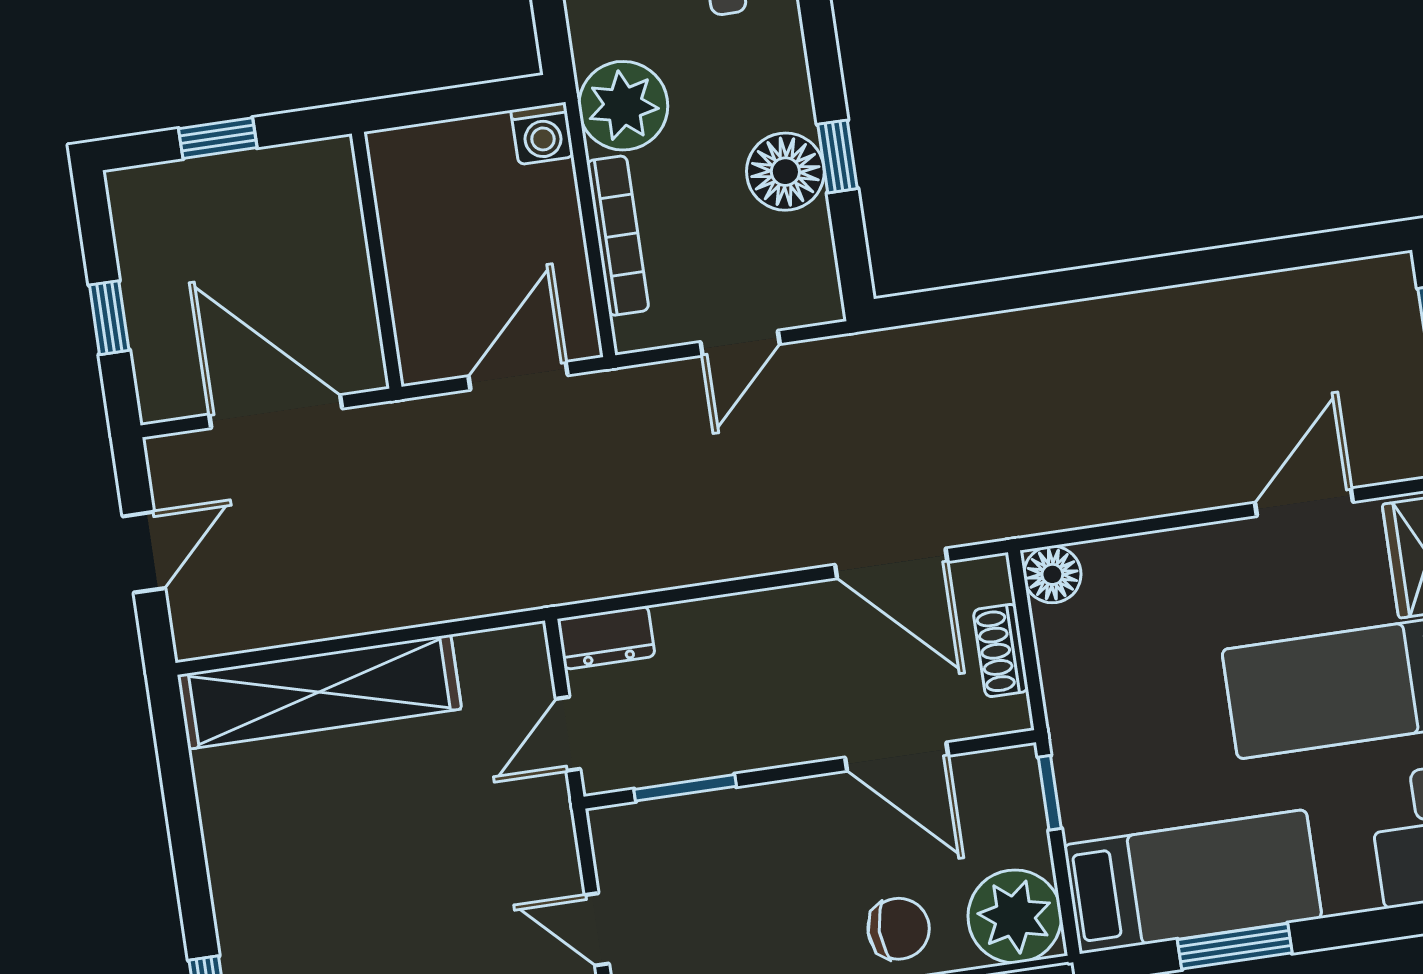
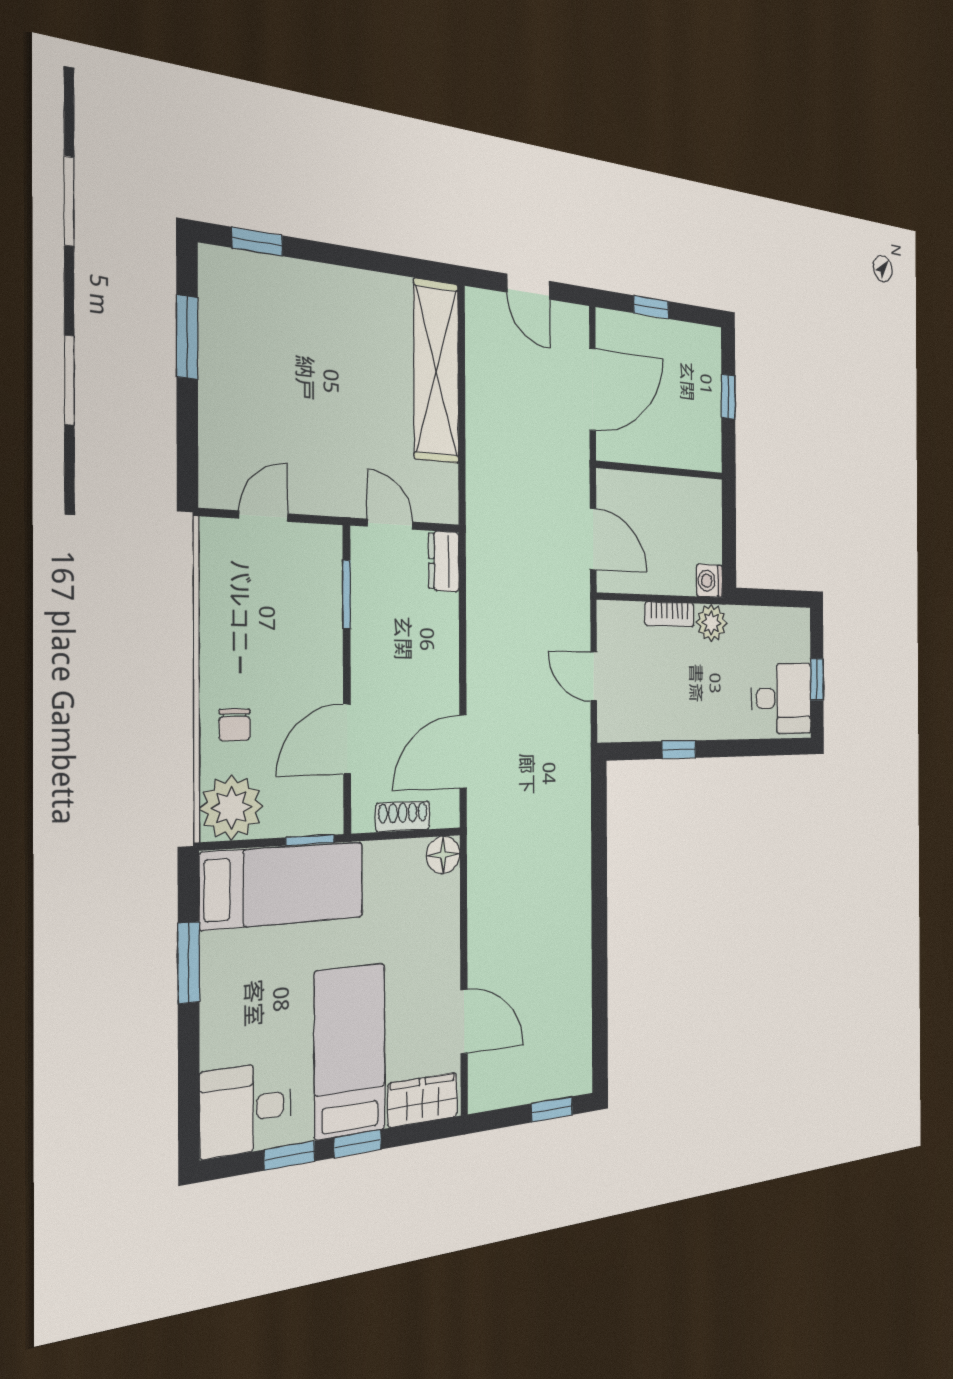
plant: (623, 106) -> (711, 623), width x0.73, depth x0.73
floor lamp: (785, 172) -> (675, 718), removed
bookcase: (618, 236) -> (670, 614), width x0.64
bed: (1193, 882) -> (283, 885), moved, turned -90
chair: (899, 929) -> (235, 725), width x0.73, depth x0.73

